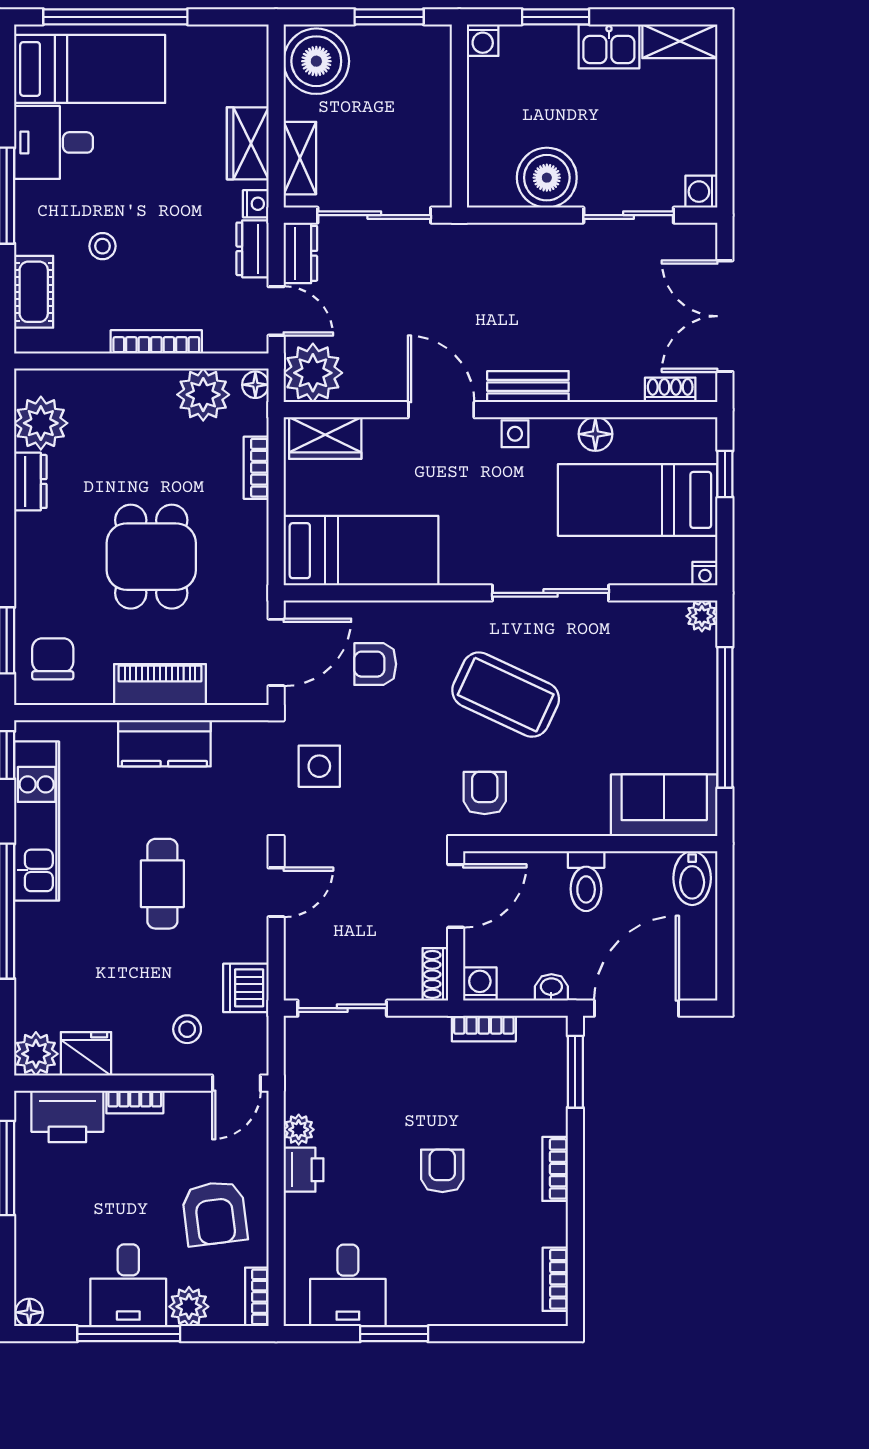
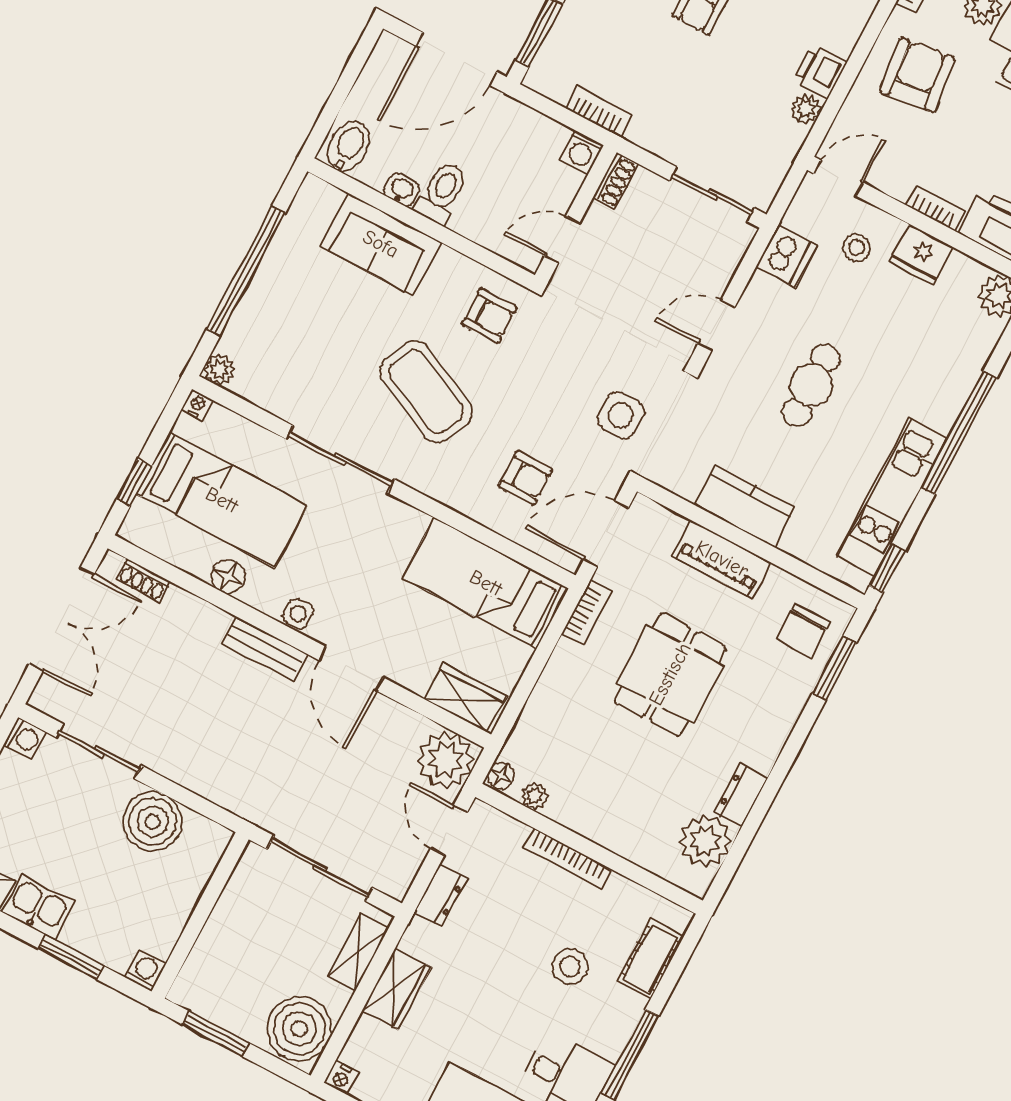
nightstand: (256, 204) -> (341, 1078), moved, turned -90
stool: (102, 246) -> (570, 966), width x1.37, depth x1.37
dresser: (300, 253) -> (401, 869), removed
plant: (203, 395) -> (535, 796), width x0.53, depth x0.53
bookcase: (256, 468) -> (586, 613), moved
armchair: (485, 793) -> (489, 316), turned -90
sofa: (664, 805) -> (381, 244), moved
door: (456, 896) -> (562, 240), width x0.73
washbasin: (551, 987) -> (402, 190), moved, turned 180
fridge: (86, 1054) -> (921, 254), moved

